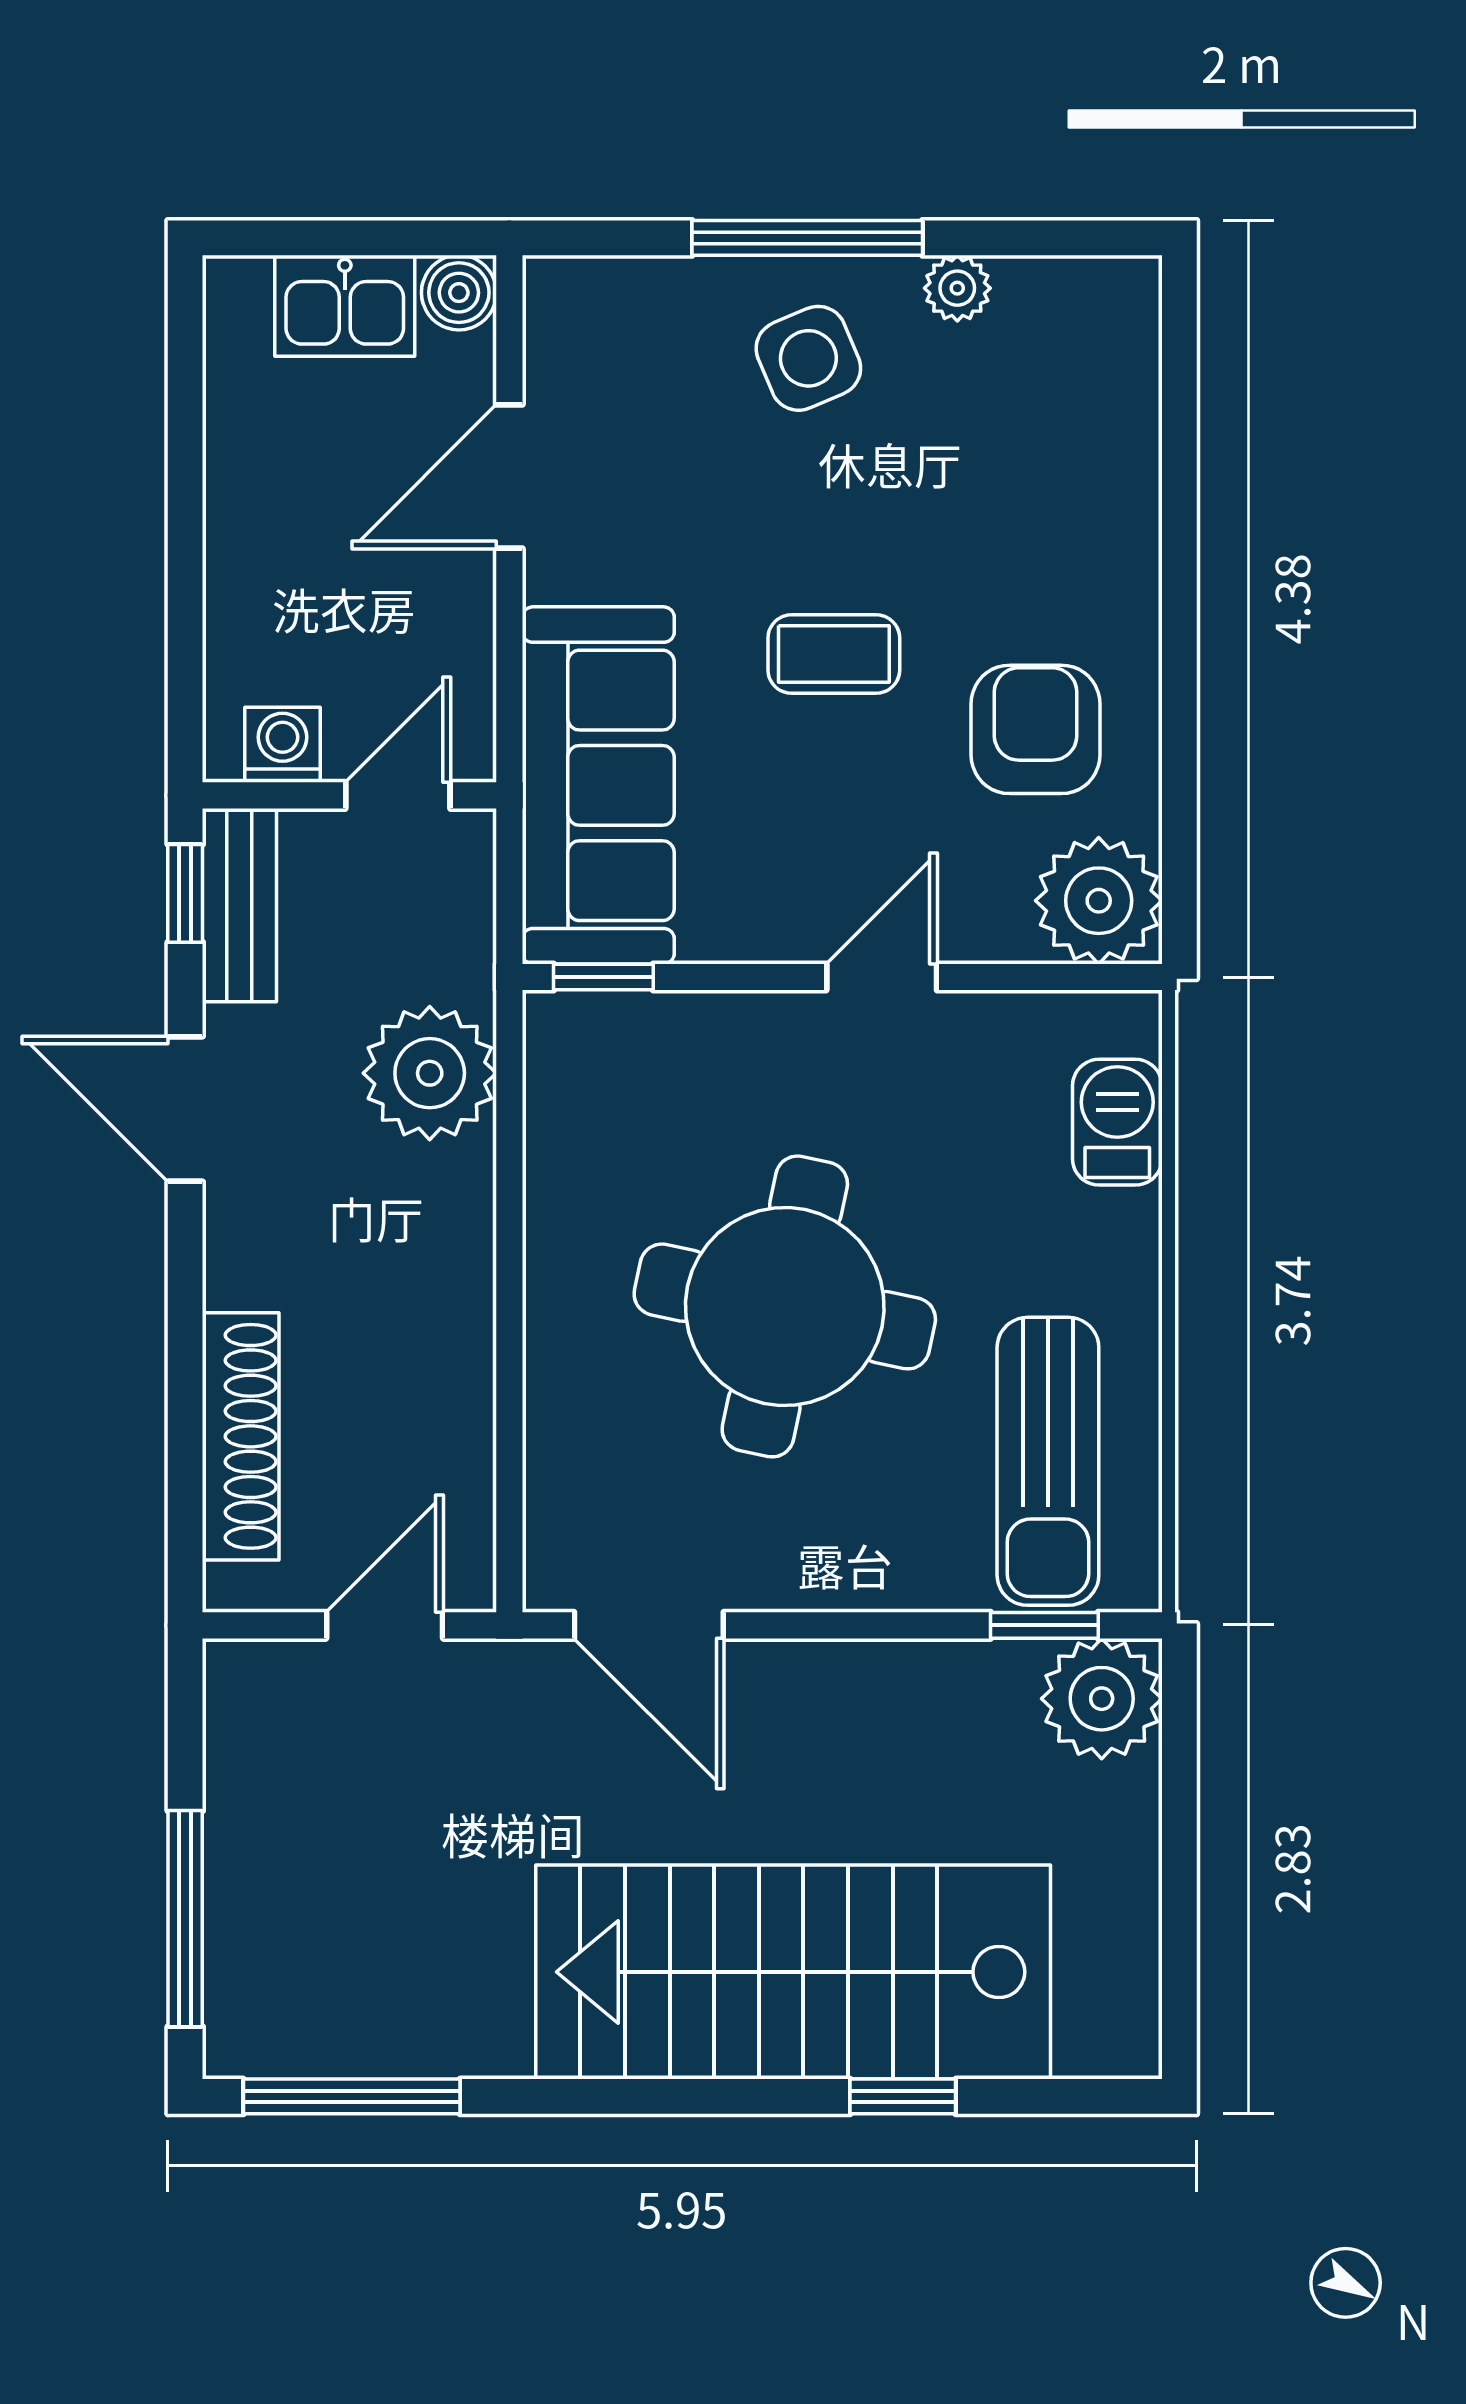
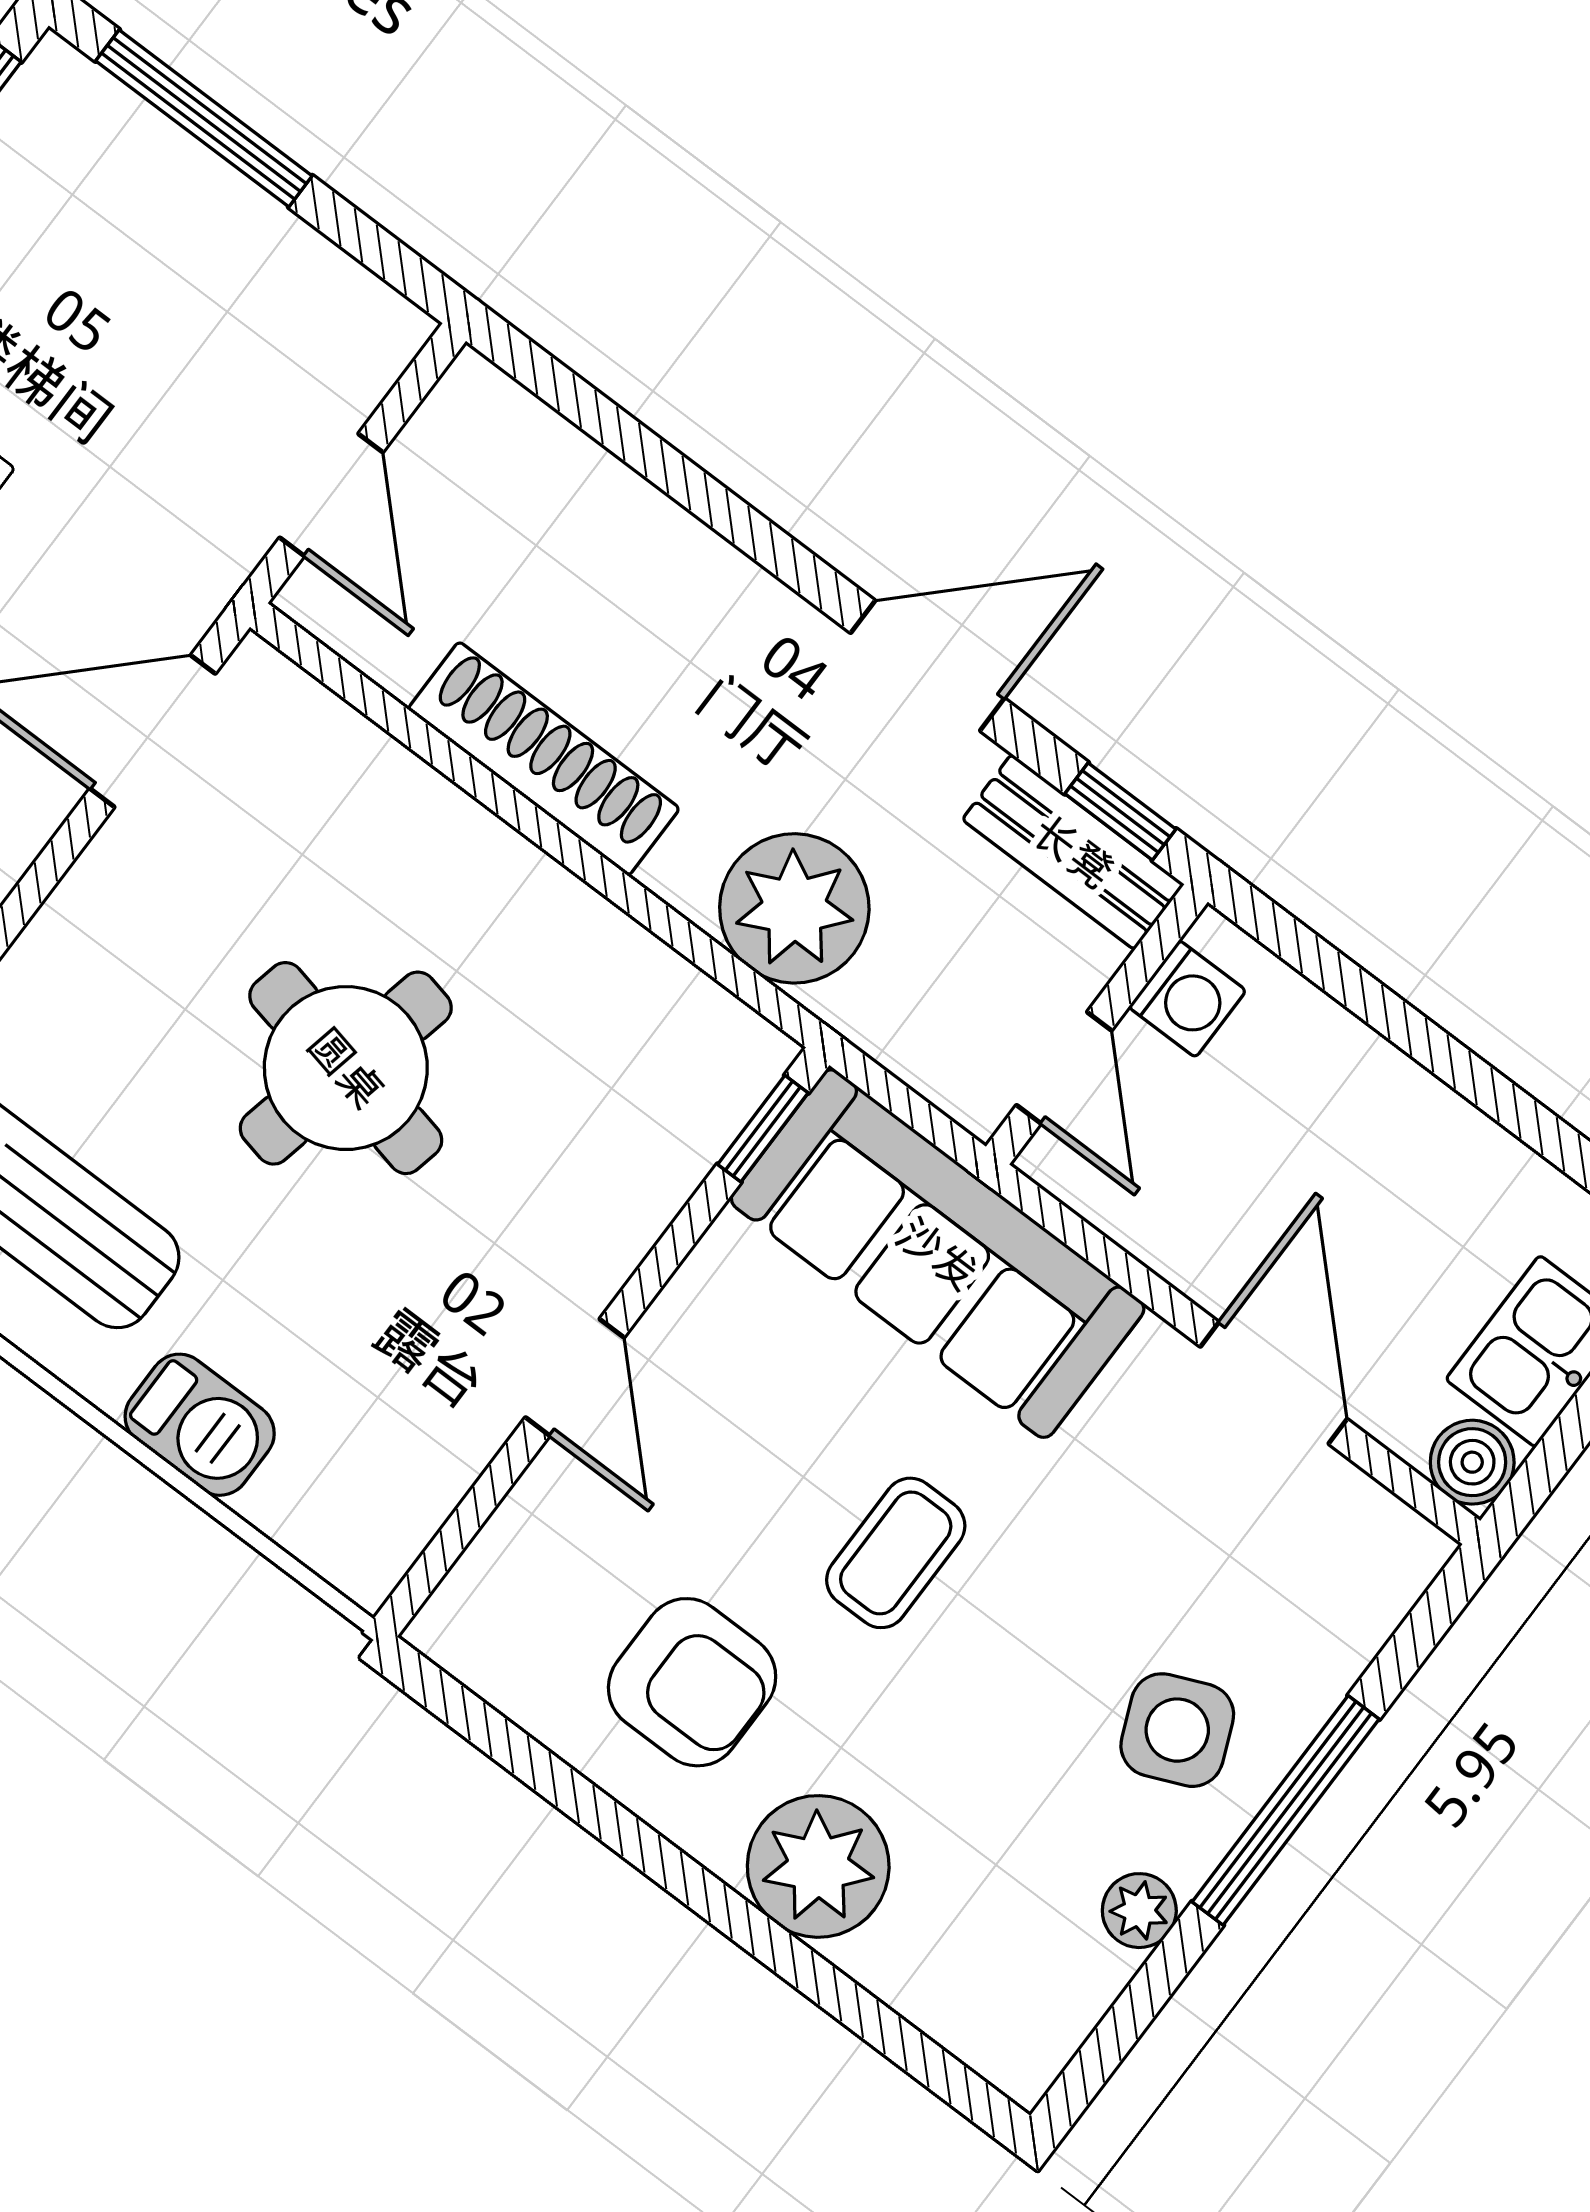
plant: (1099, 901) -> (818, 1866), moved
barbecue: (1117, 1122) -> (200, 1425), moved
round table: (785, 1306) -> (346, 1068), width x0.73, depth x0.73
shoe rack: (241, 1436) -> (544, 759), moved, turned 180

